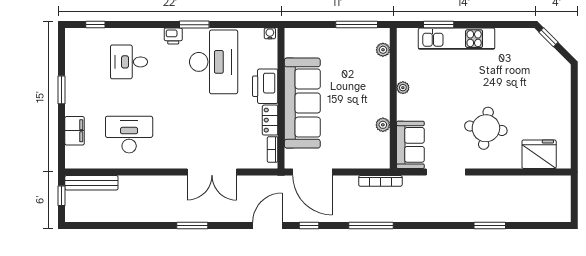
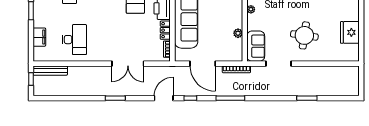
desk: (129, 135) -> (74, 40), turned 90
fridge: (539, 154) -> (350, 32), moved, turned -90
door: (312, 172) -> (203, 64), moved

